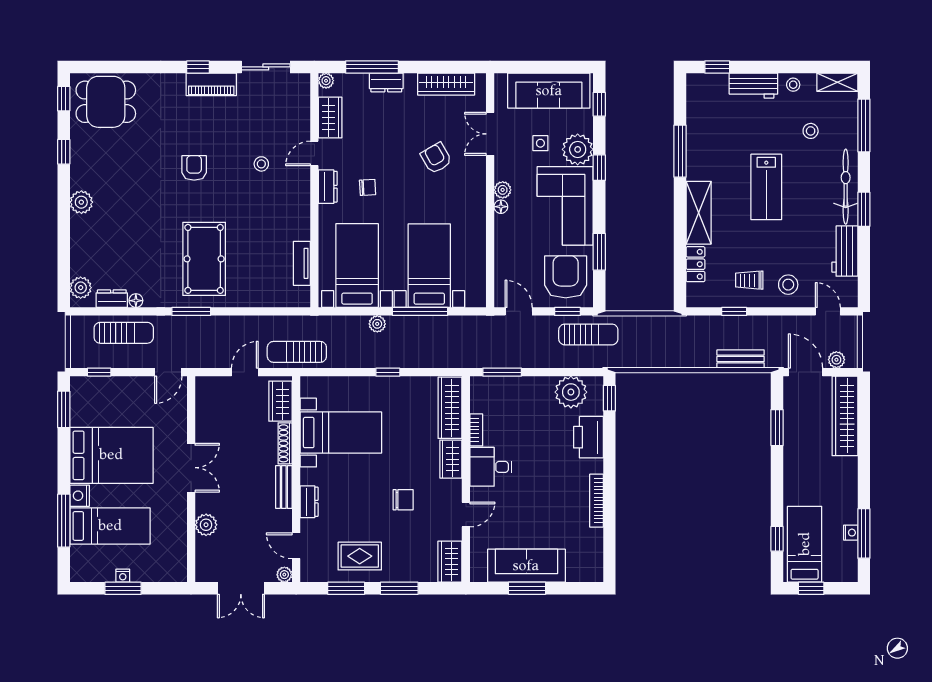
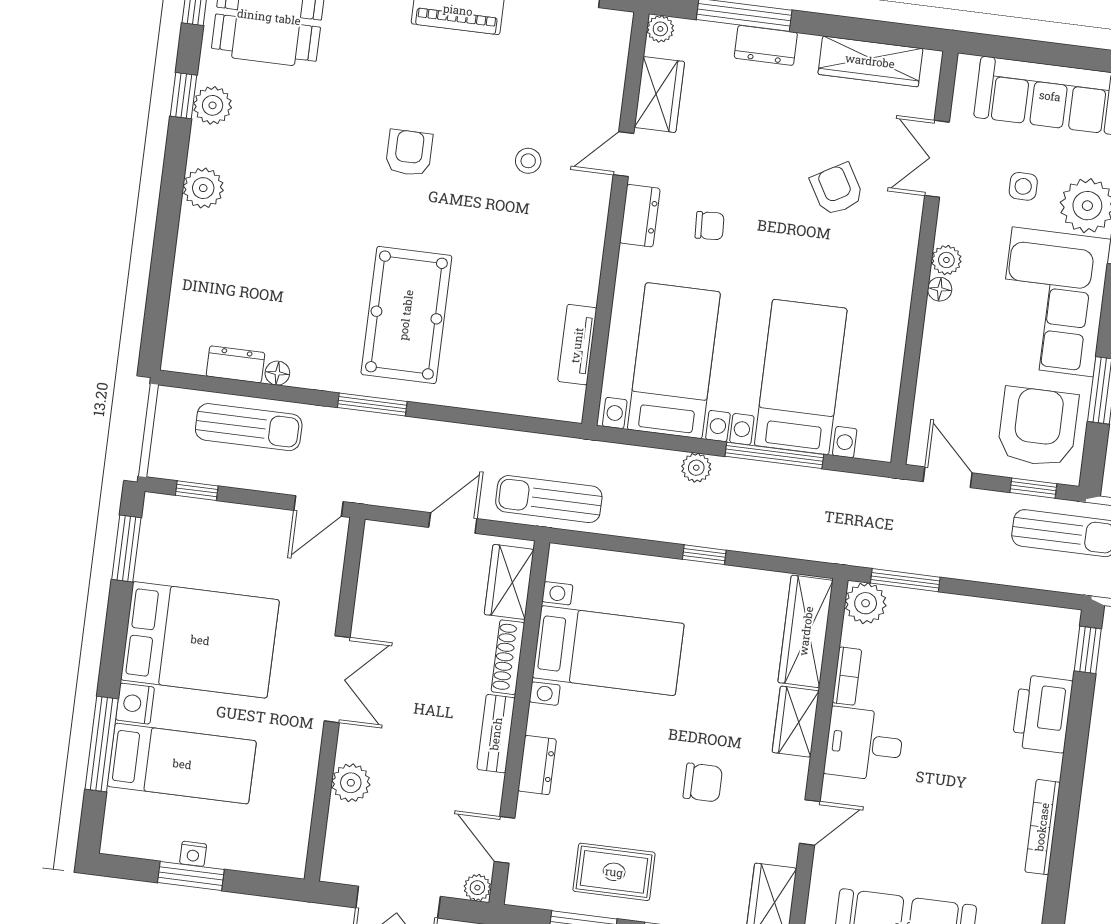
plant: (81, 288) -> (213, 105), moved
plant: (571, 392) -> (866, 603), moved, width x0.73, depth x0.73

